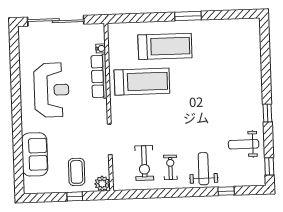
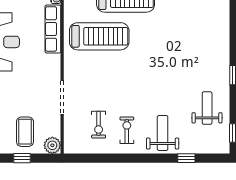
weight bench: (244, 144) -> (207, 108), turned 90
exercise bike: (144, 163) -> (99, 125), width x0.73, depth x0.72

